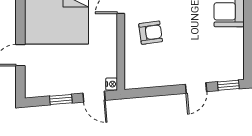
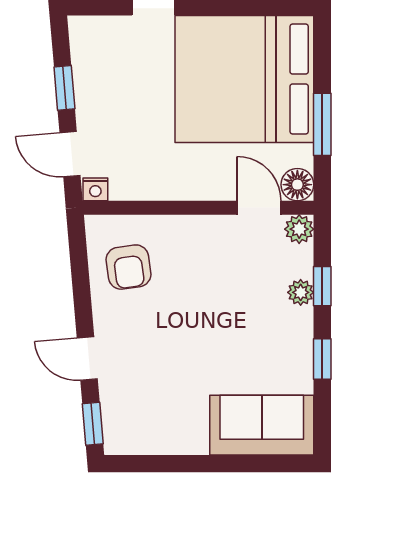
armchair: (151, 33) -> (128, 267), moved
door: (94, 97) -> (70, 154), hinge flipped

